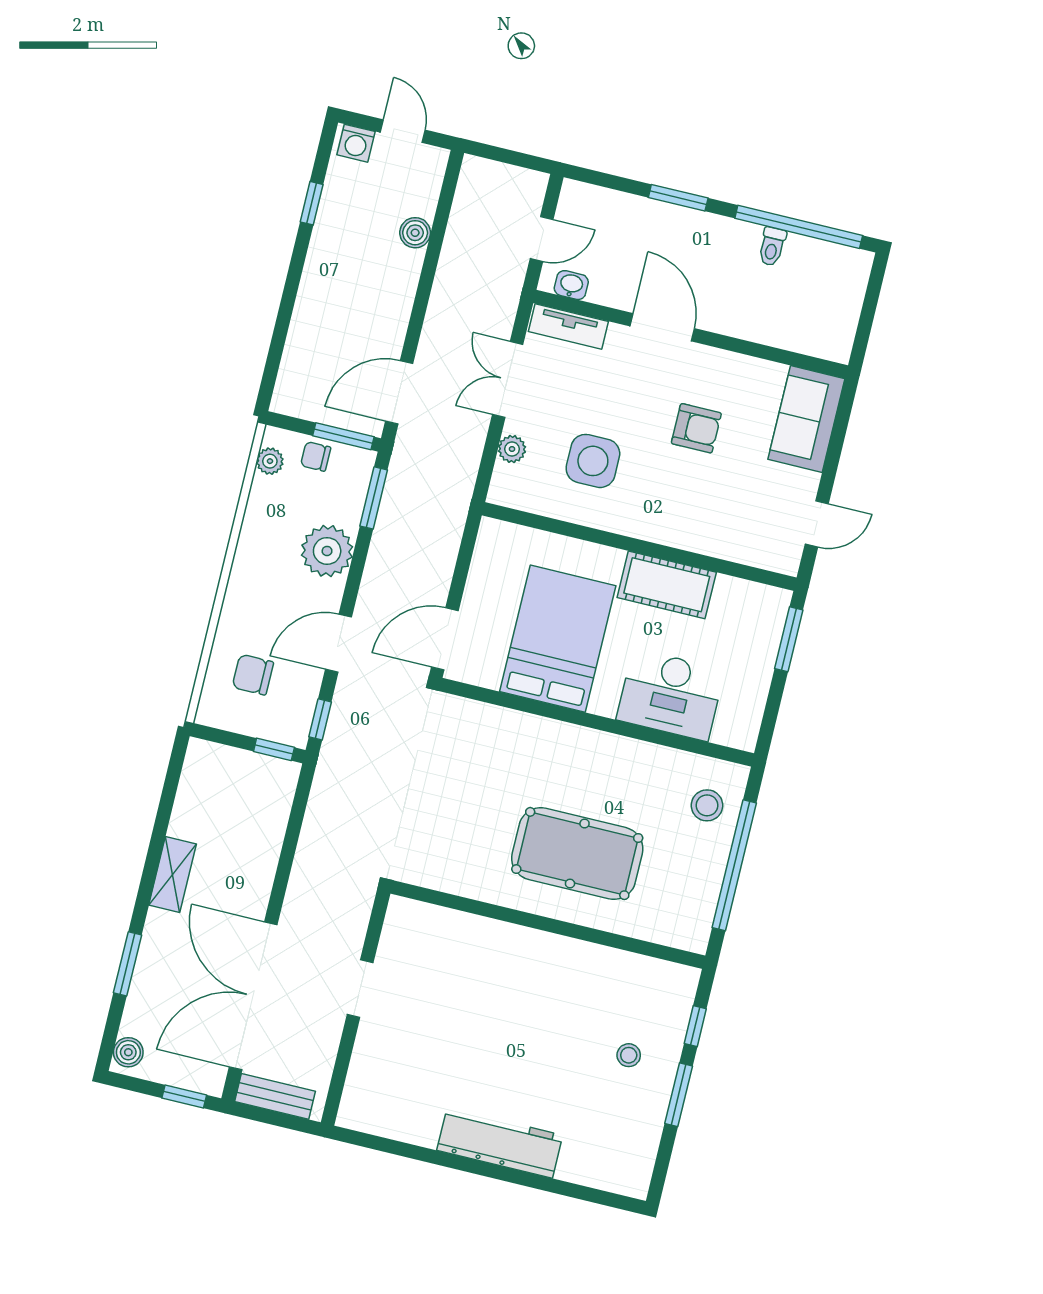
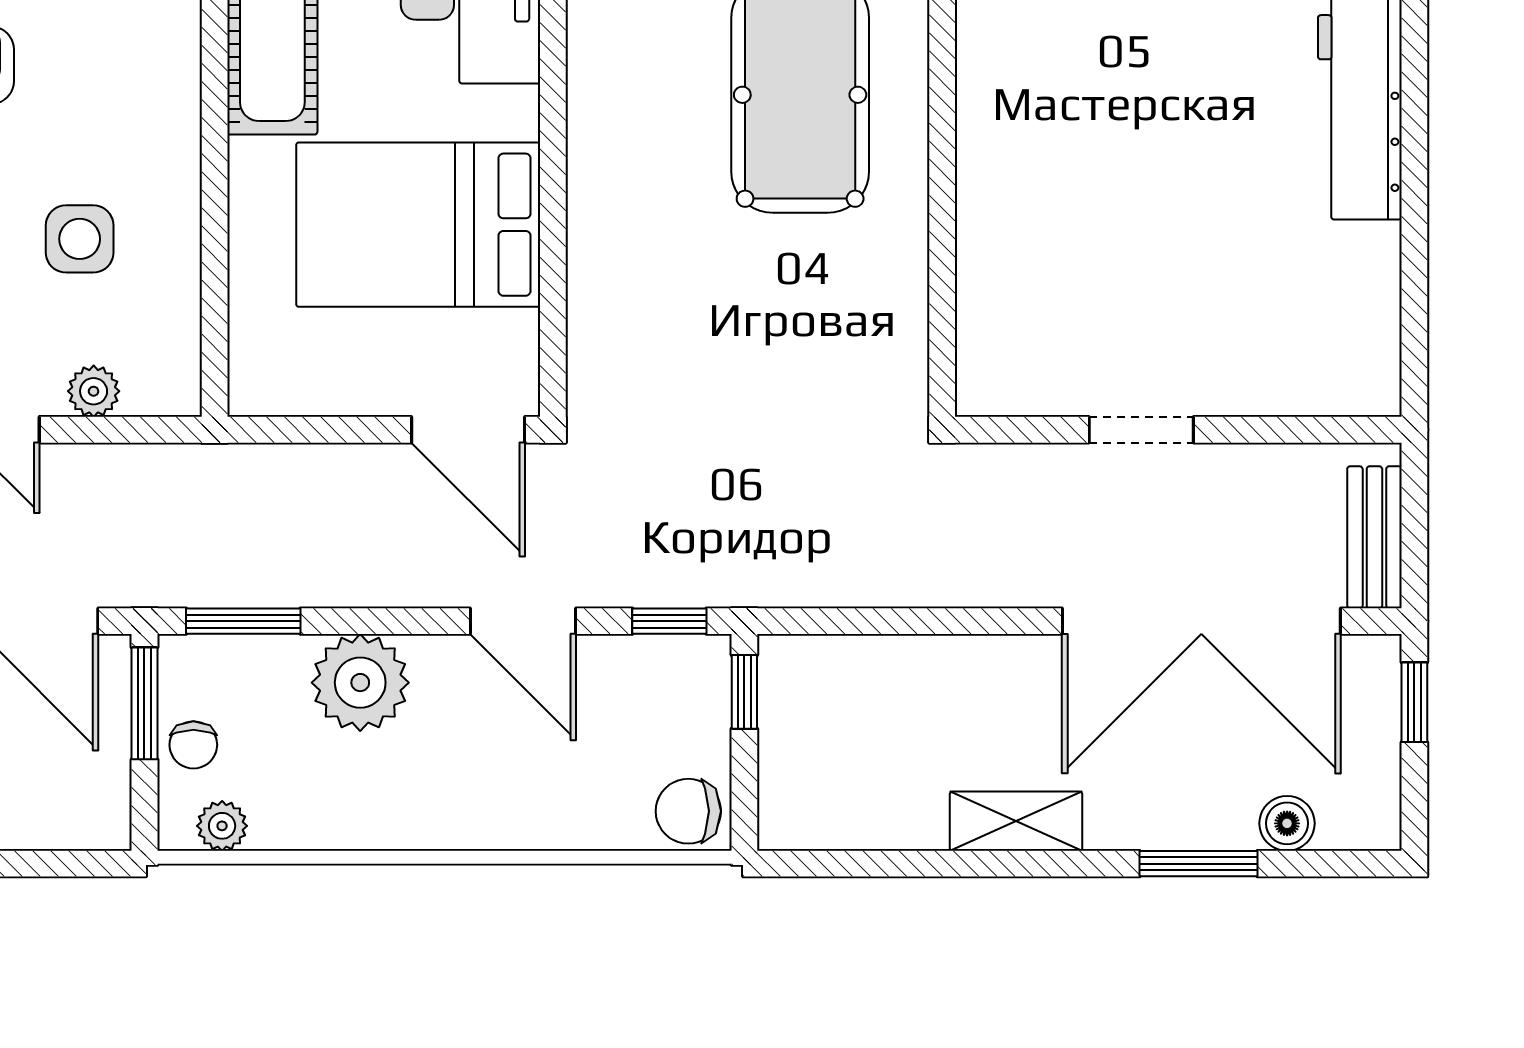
side table: (593, 461) -> (80, 239), width x0.73, depth x0.73
chair: (253, 675) -> (688, 811), moved, turned 90
boiler: (128, 1052) -> (1287, 823), moved

